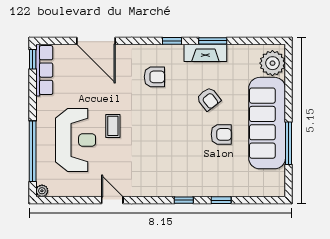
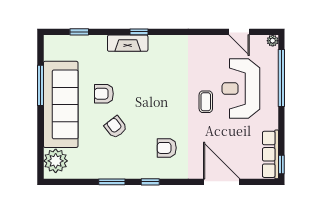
fireplace: (205, 53) -> (128, 43), moved, turned 180
door: (112, 200) -> (239, 32), moved
window: (221, 200) -> (79, 32), moved

